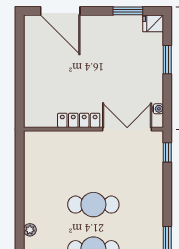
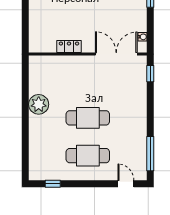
locker: (79, 120) -> (69, 47), width x0.66
plant: (30, 230) -> (39, 104), moved, width x1.88, depth x1.88

